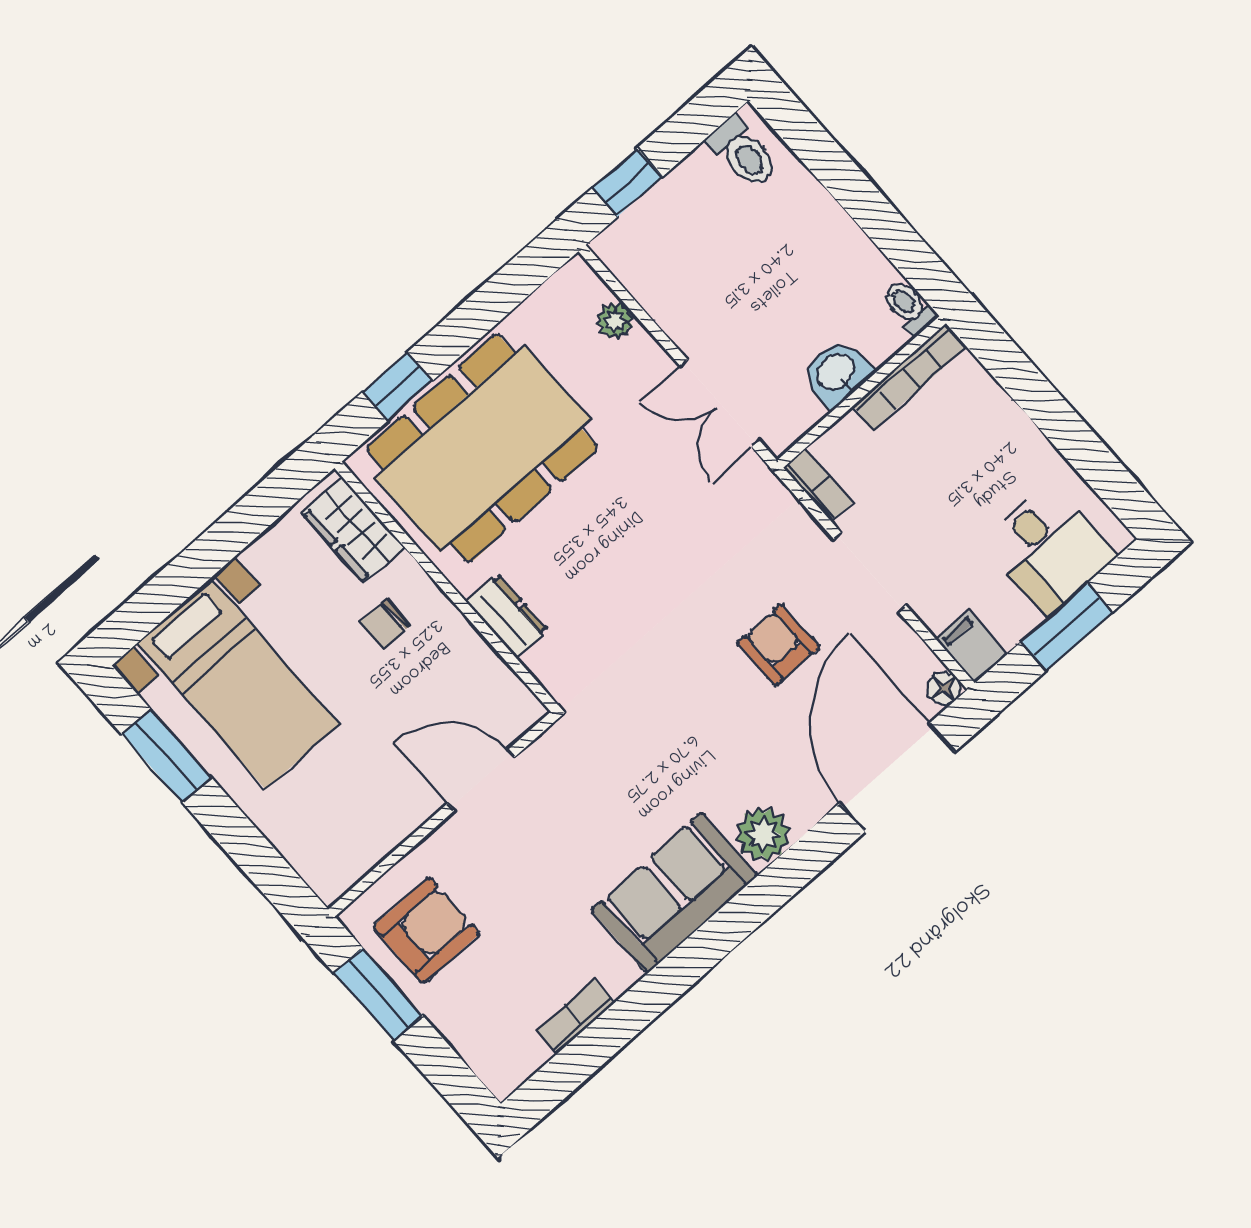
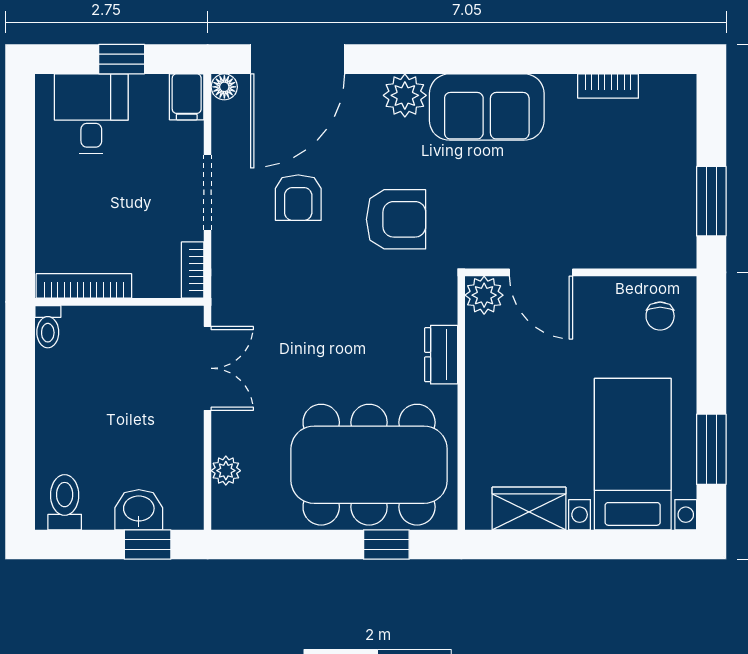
washbasin: (837, 373) -> (139, 510), moved, turned 180
wardrobe: (353, 530) -> (529, 508), moved, turned -90
chair: (385, 624) -> (660, 316), moved, turned 90
window: (1066, 627) -> (122, 59), width x0.67
plant: (516, 710) -> (484, 295), added
armchair: (426, 930) -> (396, 219), moved, turned 180

